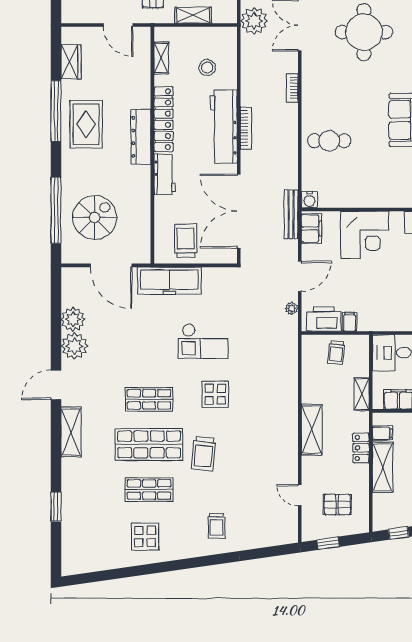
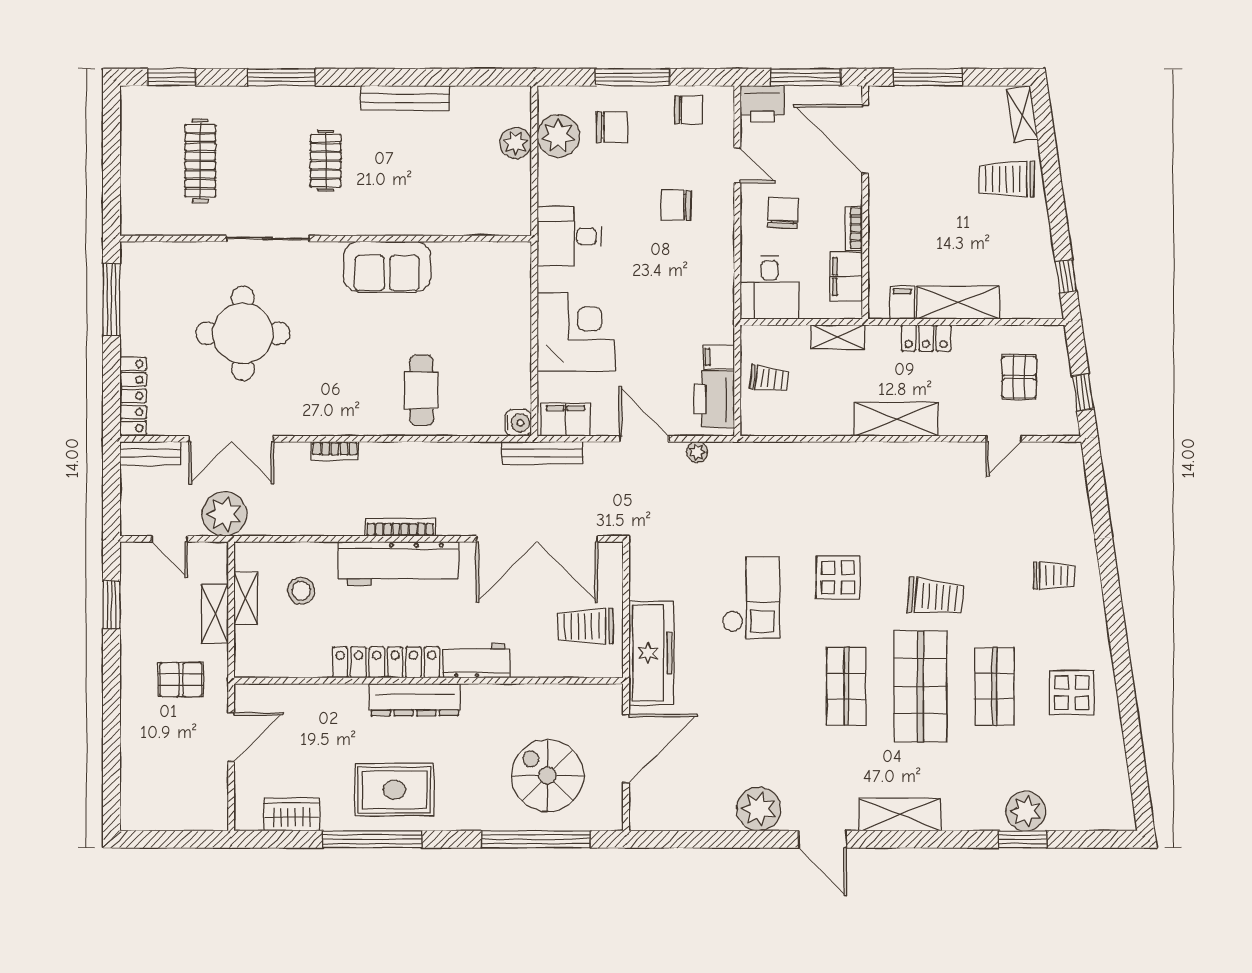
shelving: (161, 58) -> (246, 599), moved, turned 90
plant: (73, 319) -> (1026, 811), moved

